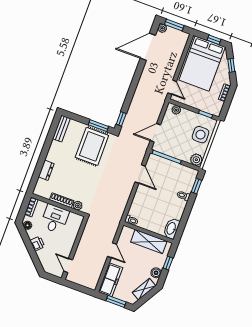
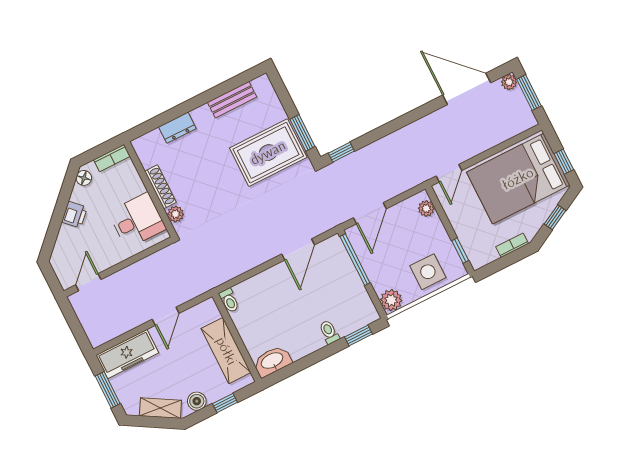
bench: (61, 129) -> (232, 100), moved
door: (155, 133) -> (370, 213), swing flipped
desk: (55, 219) -> (137, 220), moved

